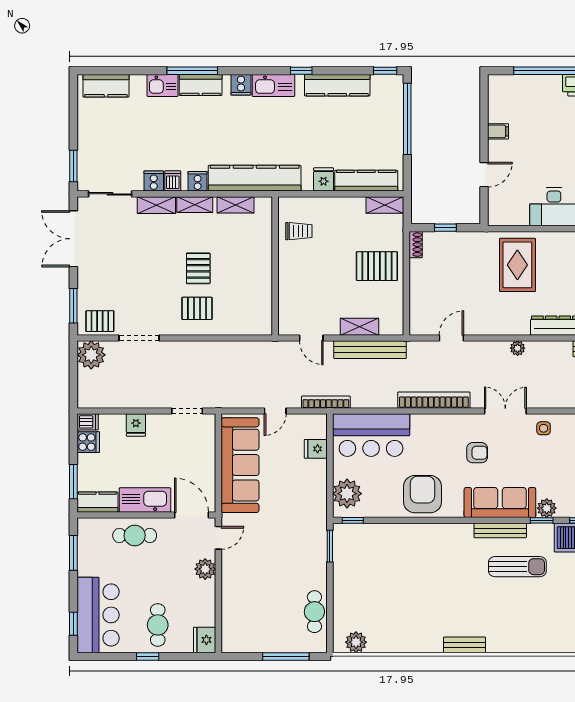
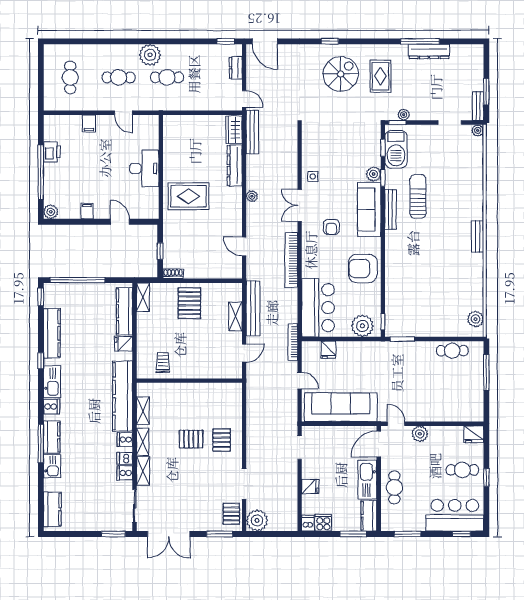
plant: (497, 84) -> (51, 212), added
armchair: (477, 453) -> (331, 227), turned 180

